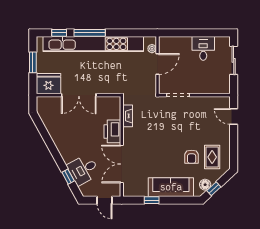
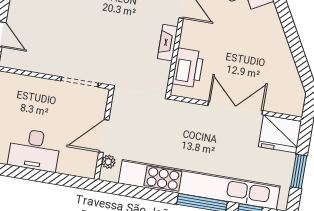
desk: (203, 48) -> (34, 150), width x1.37
fireplace: (128, 116) -> (168, 43), moved
printer: (112, 131) -> (188, 68), moved

